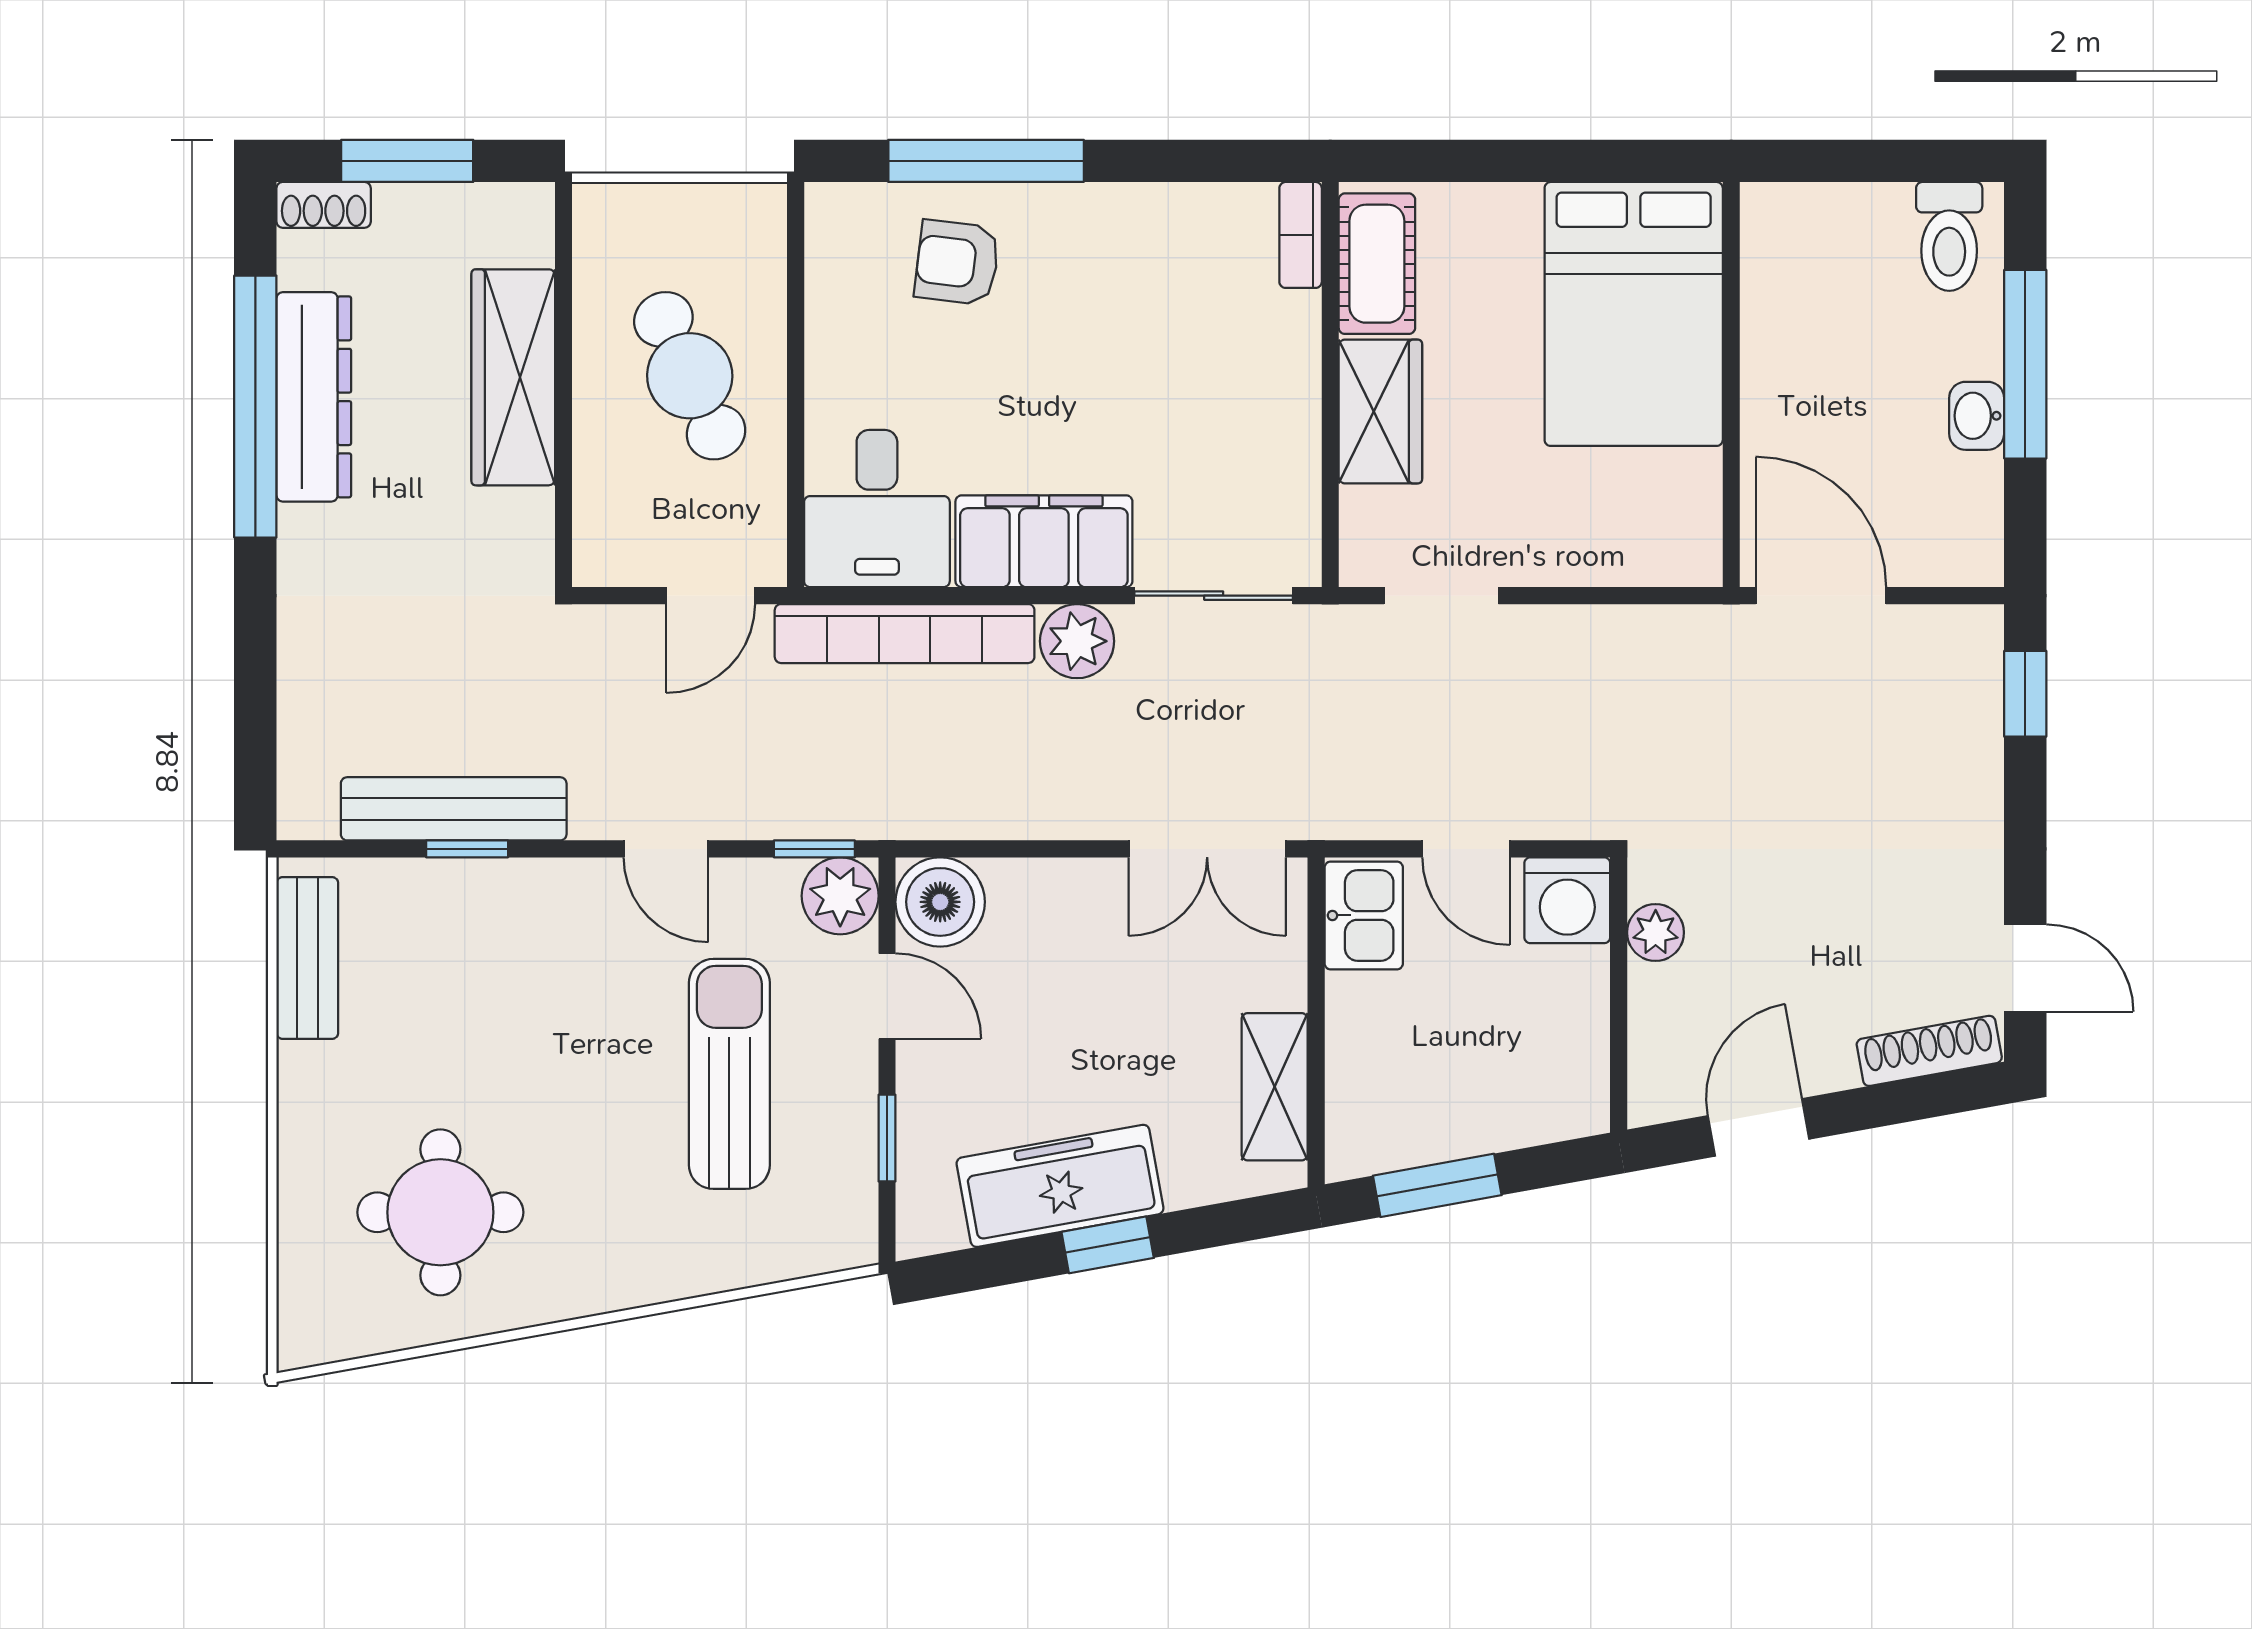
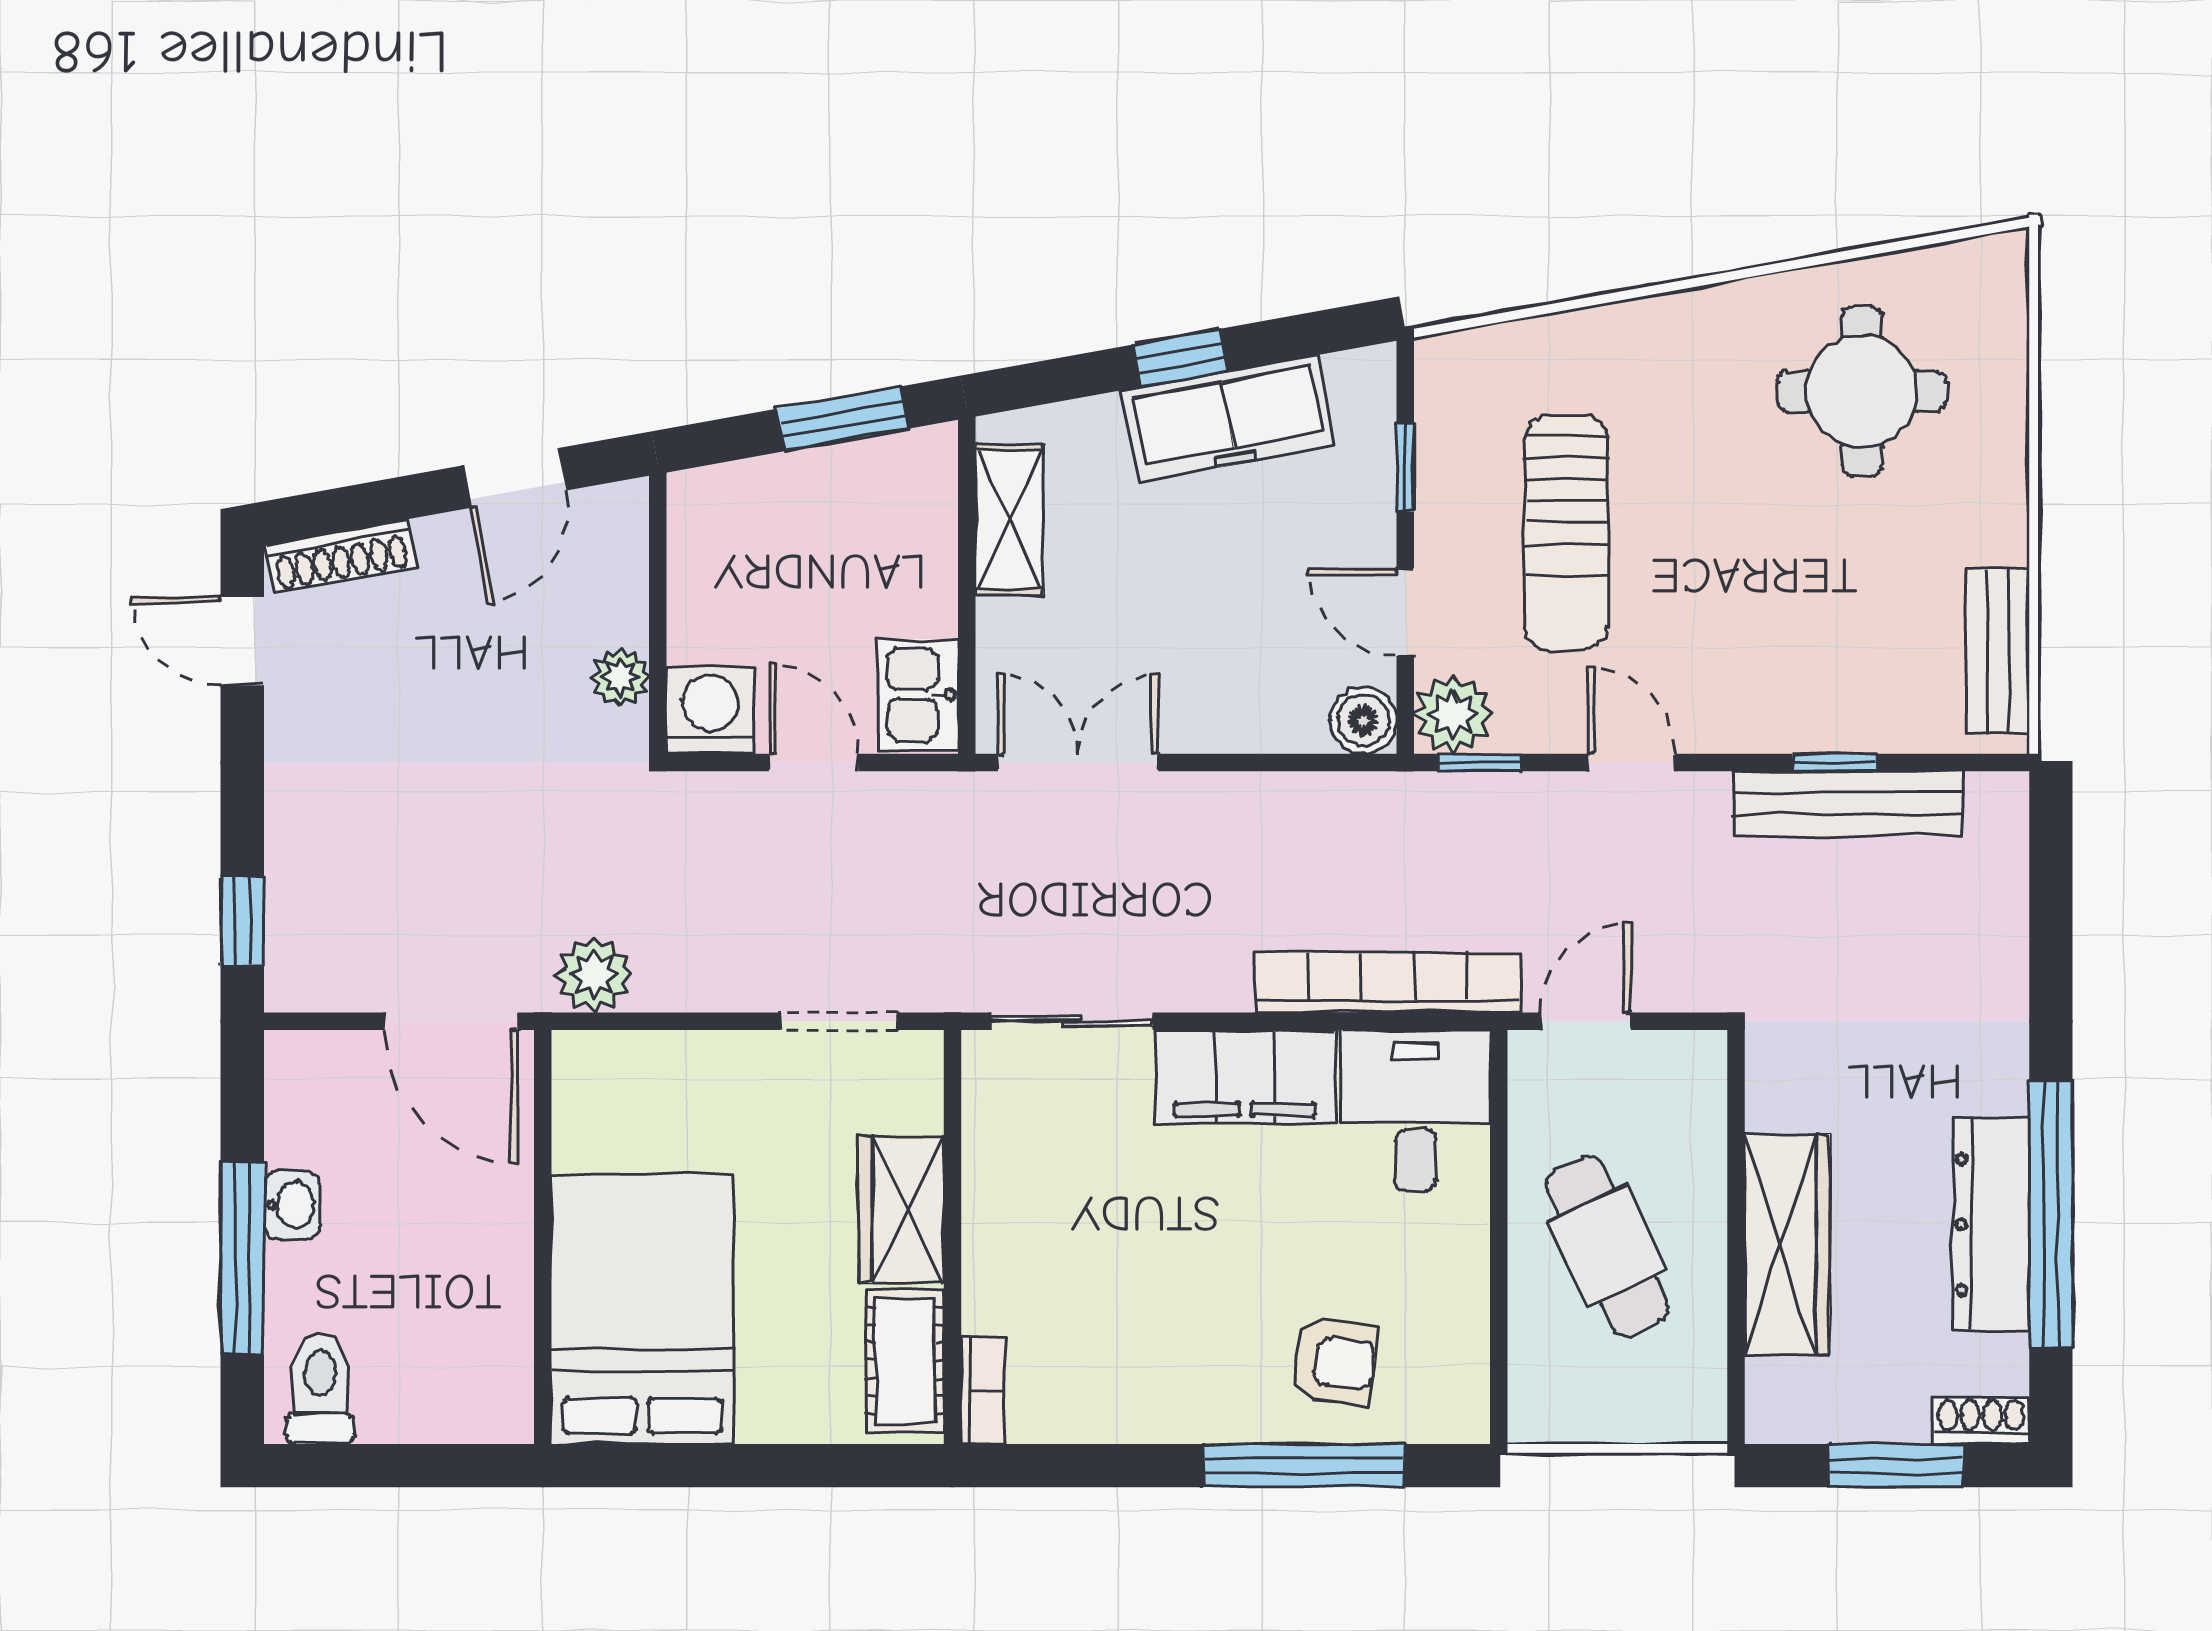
plant: (1077, 641) -> (594, 975), moved
boiler: (940, 902) -> (1363, 720), width x0.73, depth x0.73

